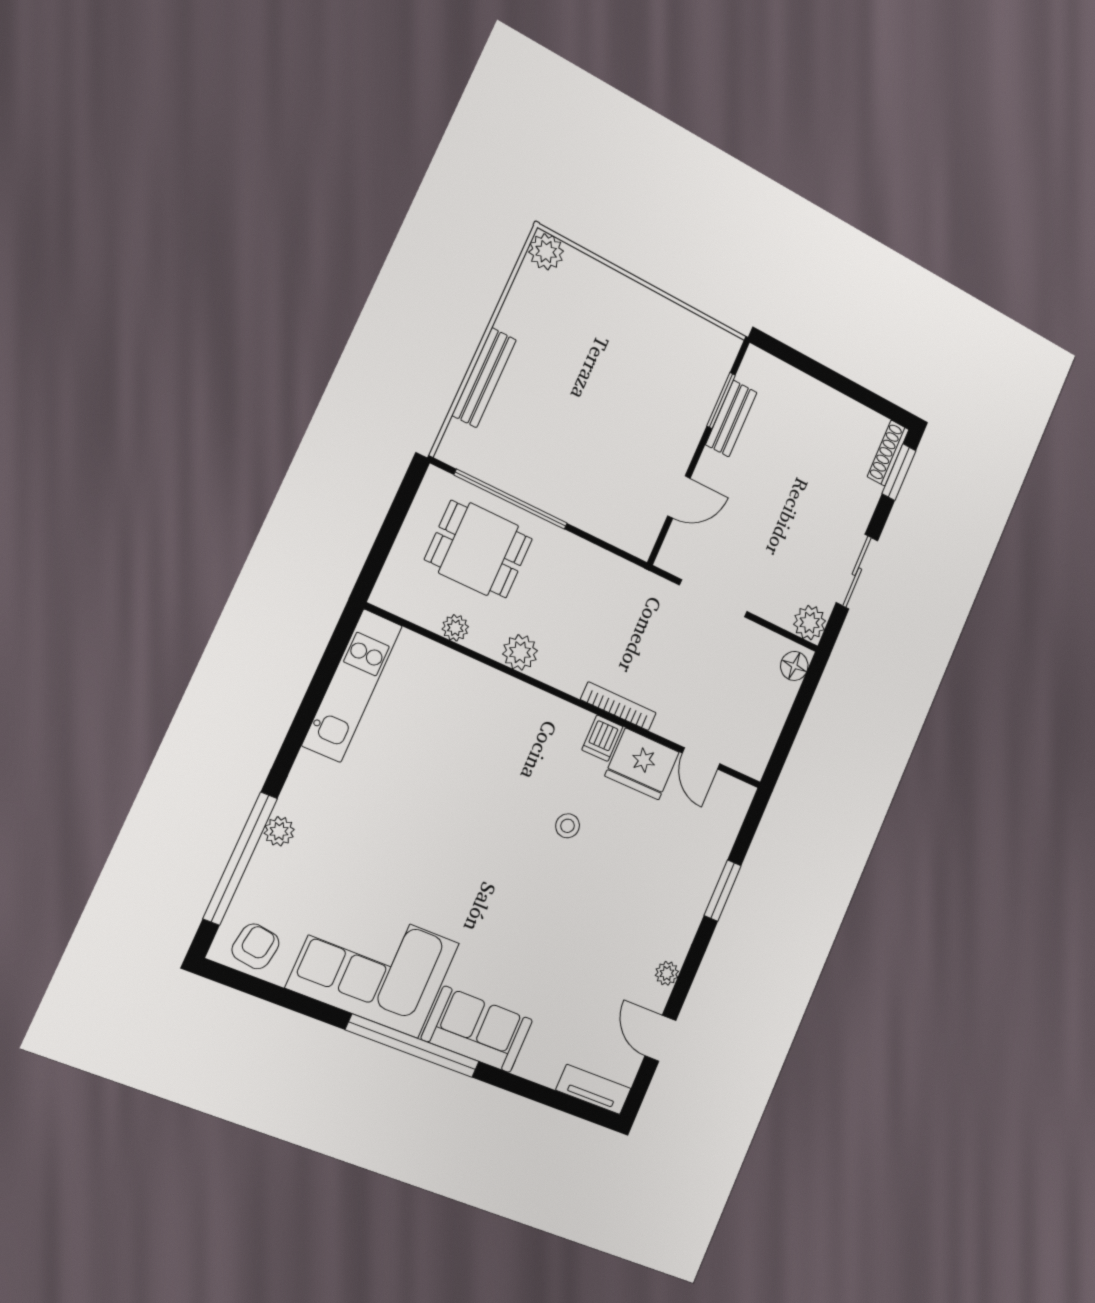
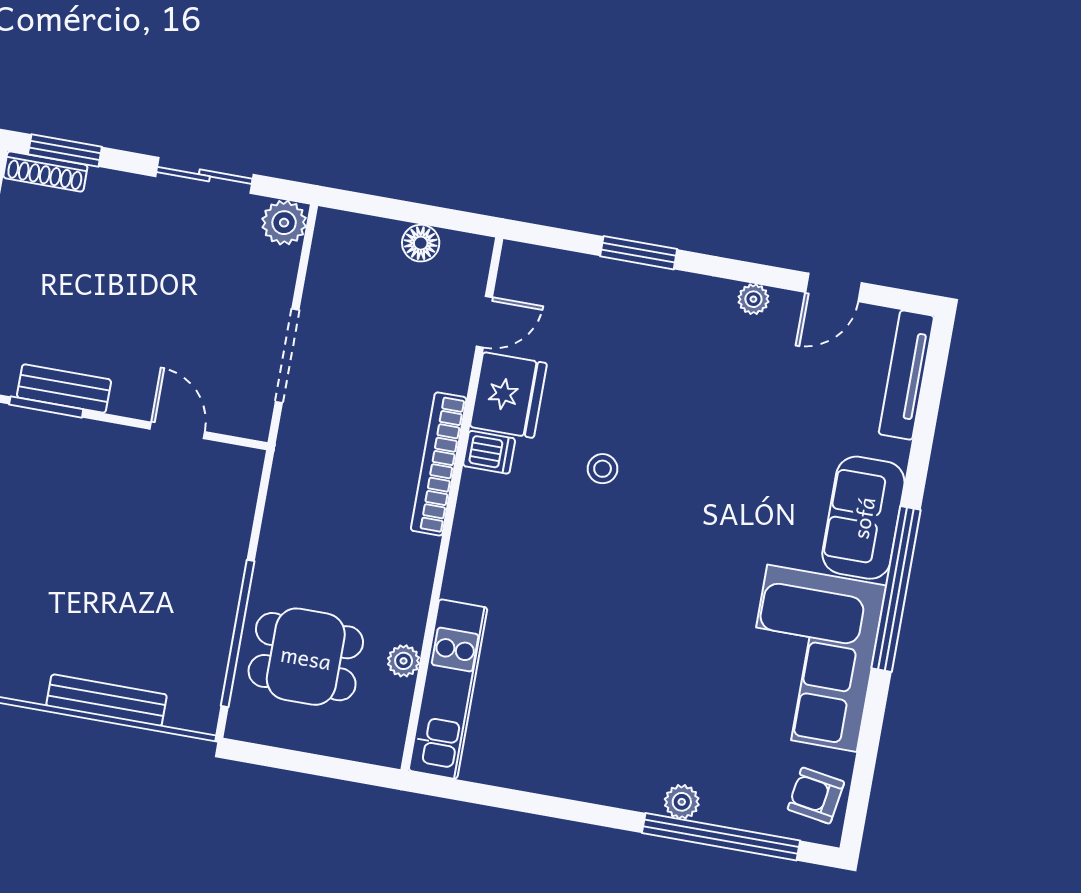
dining table: (479, 549) -> (306, 657), turned 90
plant: (520, 652) -> (413, 578), removed
floor lamp: (794, 666) -> (421, 243), moved
kitchen unit: (352, 685) -> (448, 689), moved, turned 90
bookcase: (618, 706) -> (439, 464), width x1.48, depth x1.31
tv unit: (593, 1089) -> (906, 375), width x1.41

